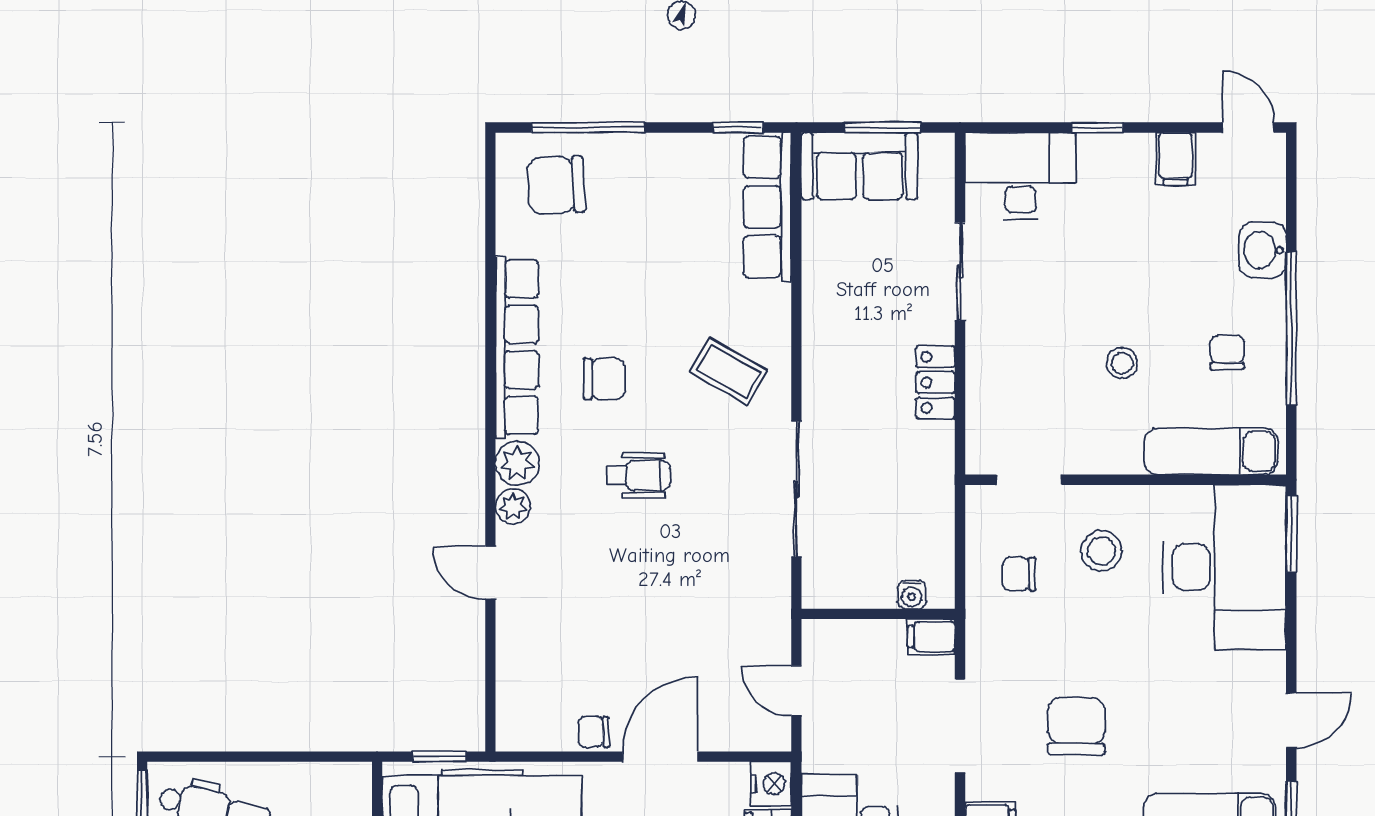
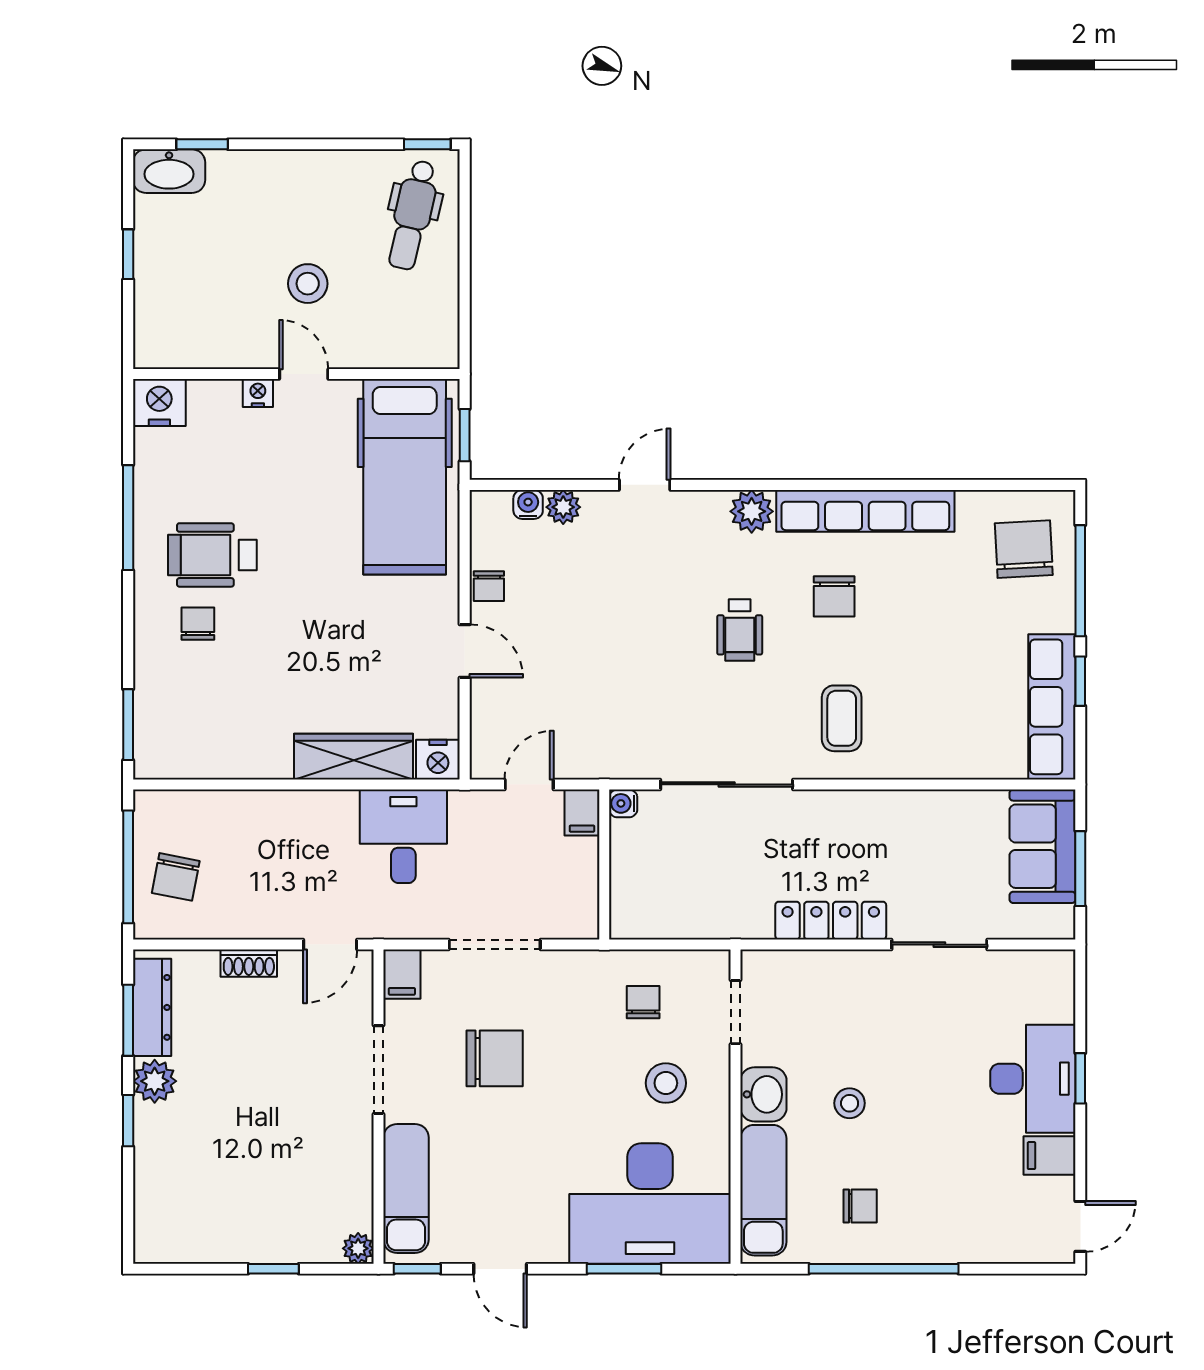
window: (738, 127) -> (1080, 681), moved
desk: (1020, 176) -> (1033, 1079), moved
row of seats: (767, 207) -> (1052, 707), moved, turned -90
washbasin: (1263, 250) -> (763, 1094), moved, turned 90
coffee table: (729, 371) -> (842, 718), turned -30
locker: (935, 382) -> (831, 921), width x1.53
plant: (513, 506) -> (563, 507), moved
window: (1291, 534) -> (624, 1269), moved
water cooler: (912, 595) -> (623, 803), moved
filing cabinet: (931, 637) -> (582, 812), moved, turned 180
water cooler: (510, 692) -> (528, 504), added
chair: (594, 732) -> (489, 586), turned 180
door: (660, 757) -> (465, 651), width x0.73

